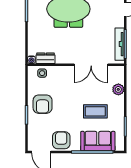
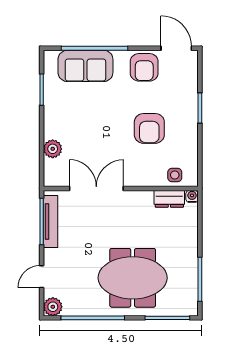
armchair: (43, 104) -> (149, 128), moved, turned 180
coffee table: (95, 111) -> (90, 114), removed

